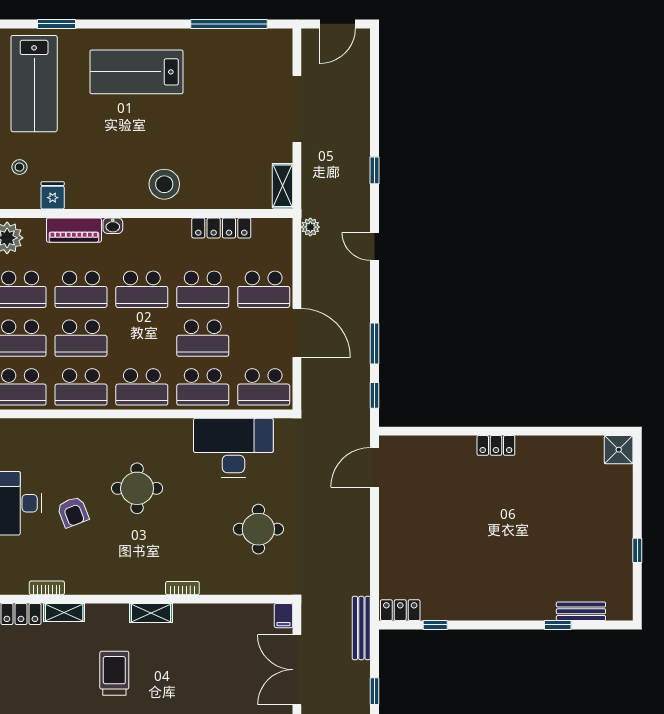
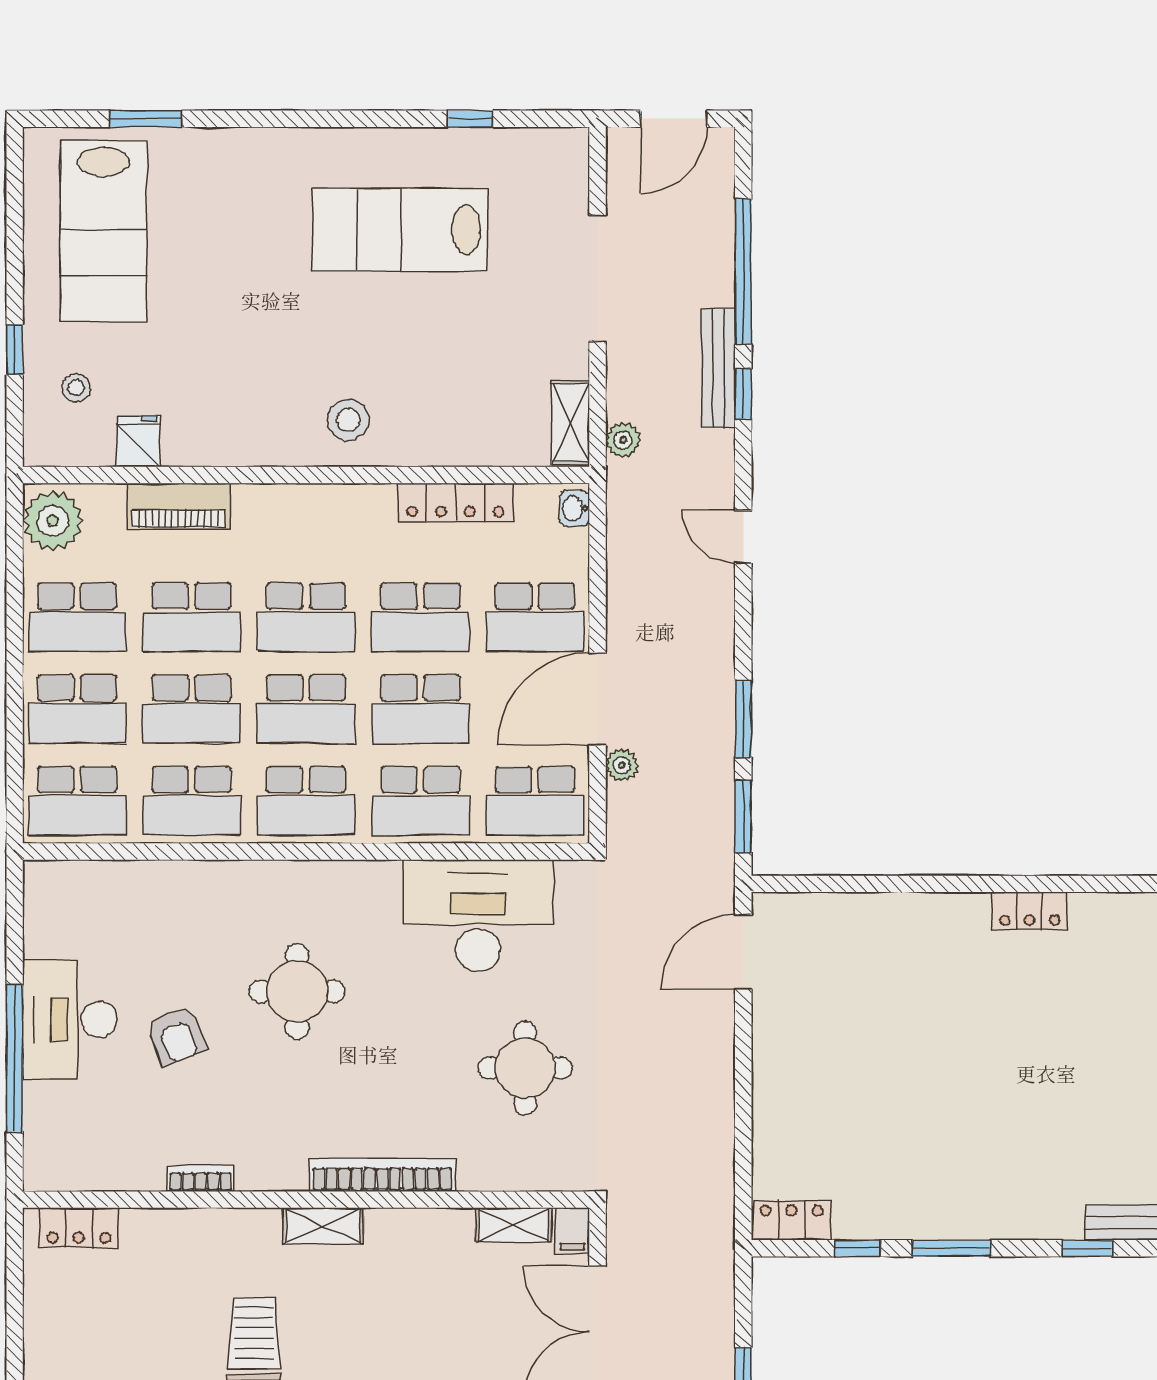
window: (229, 24) -> (470, 119), width x0.32
lab bench: (136, 72) -> (400, 230), moved
window: (374, 105) -> (743, 272), added
stool: (164, 184) -> (348, 420), width x0.73, depth x0.73
washbasin: (113, 226) -> (575, 508), moved, turned 90
plant: (310, 227) -> (623, 440), moved
door: (297, 333) -> (598, 699), swing flipped
school desk: (142, 338) -> (306, 709), added
plant: (310, 368) -> (622, 765), added
window: (374, 395) -> (743, 817), width x1.50
locker: (496, 445) -> (1030, 911), moved
bookcase: (47, 588) -> (201, 1178), moved
bookcase: (182, 588) -> (382, 1175), width x2.31, depth x1.31
shelving: (64, 613) -> (514, 1225), moved
window: (485, 625) -> (951, 1248), added
bench: (361, 628) -> (718, 368), moved

